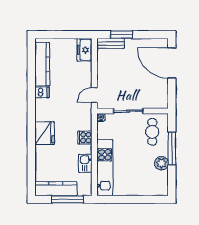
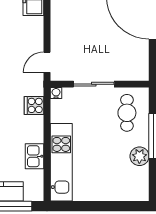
cooker: (85, 138) -> (34, 105), moved

